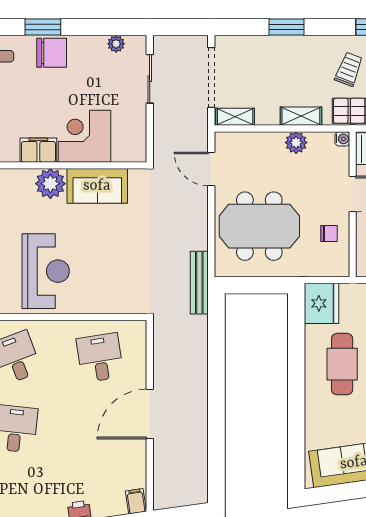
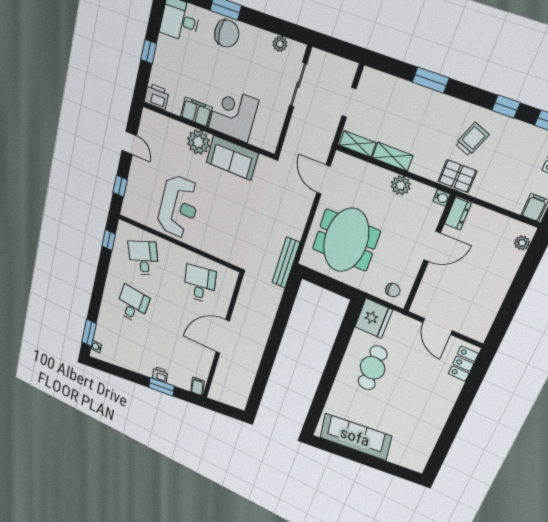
doorway: (211, 77) -> (349, 102), width x0.53
shelving: (301, 116) -> (392, 157), moved
meeting table: (259, 226) -> (346, 240), turned 90
chair: (329, 233) -> (393, 290), moved

